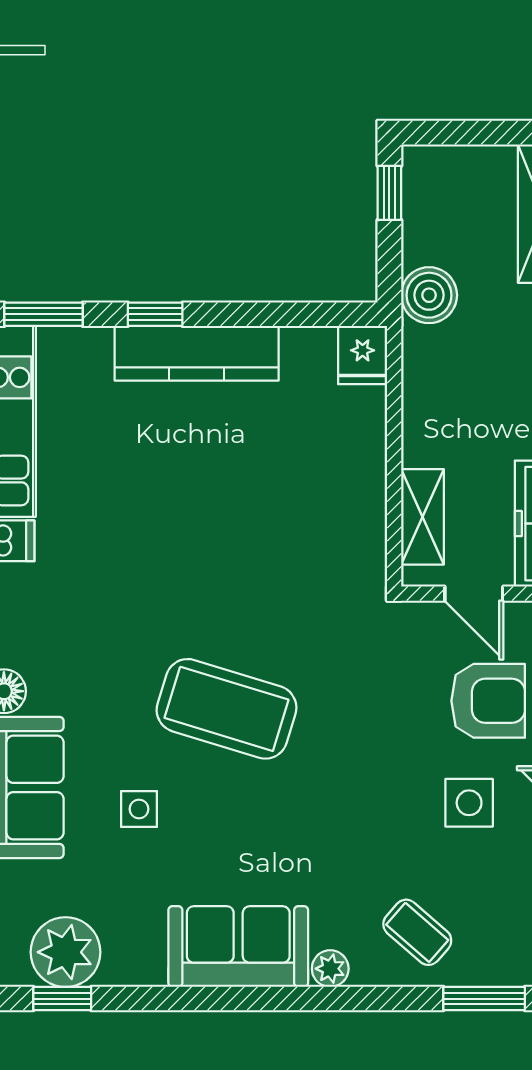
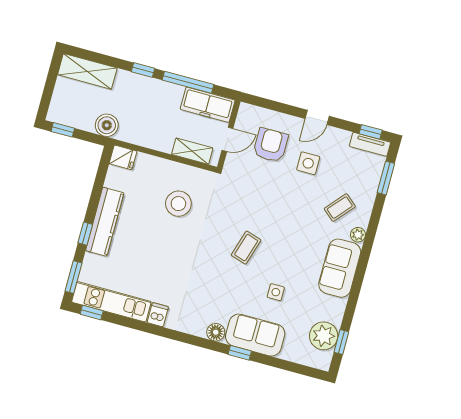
stool: (288, 518) -> (178, 204), added
coffee table: (227, 709) -> (246, 248), width x0.54, depth x0.58
coffee table: (417, 932) -> (340, 208), moved

